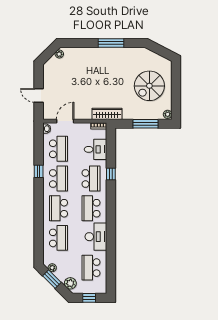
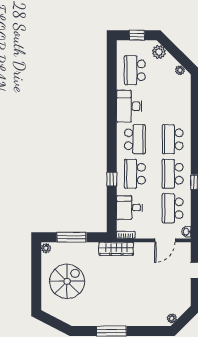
school desk: (58, 208) -> (173, 139), turned 180
school desk: (58, 238) -> (173, 105), removed
school desk: (91, 268) -> (135, 70), turned 180
window: (52, 279) -> (180, 57), removed

